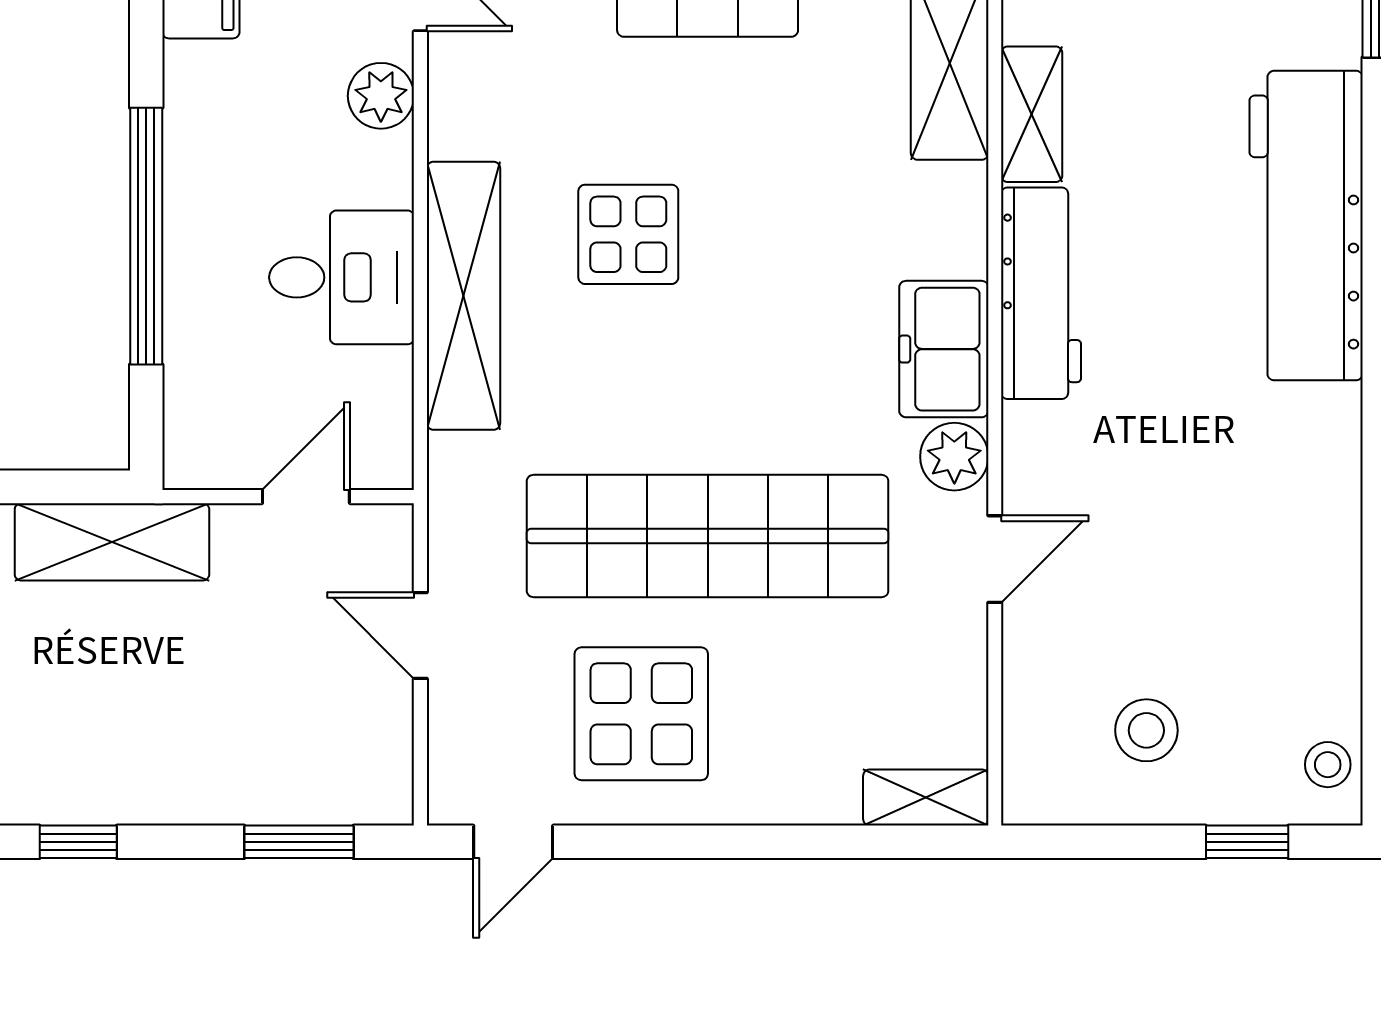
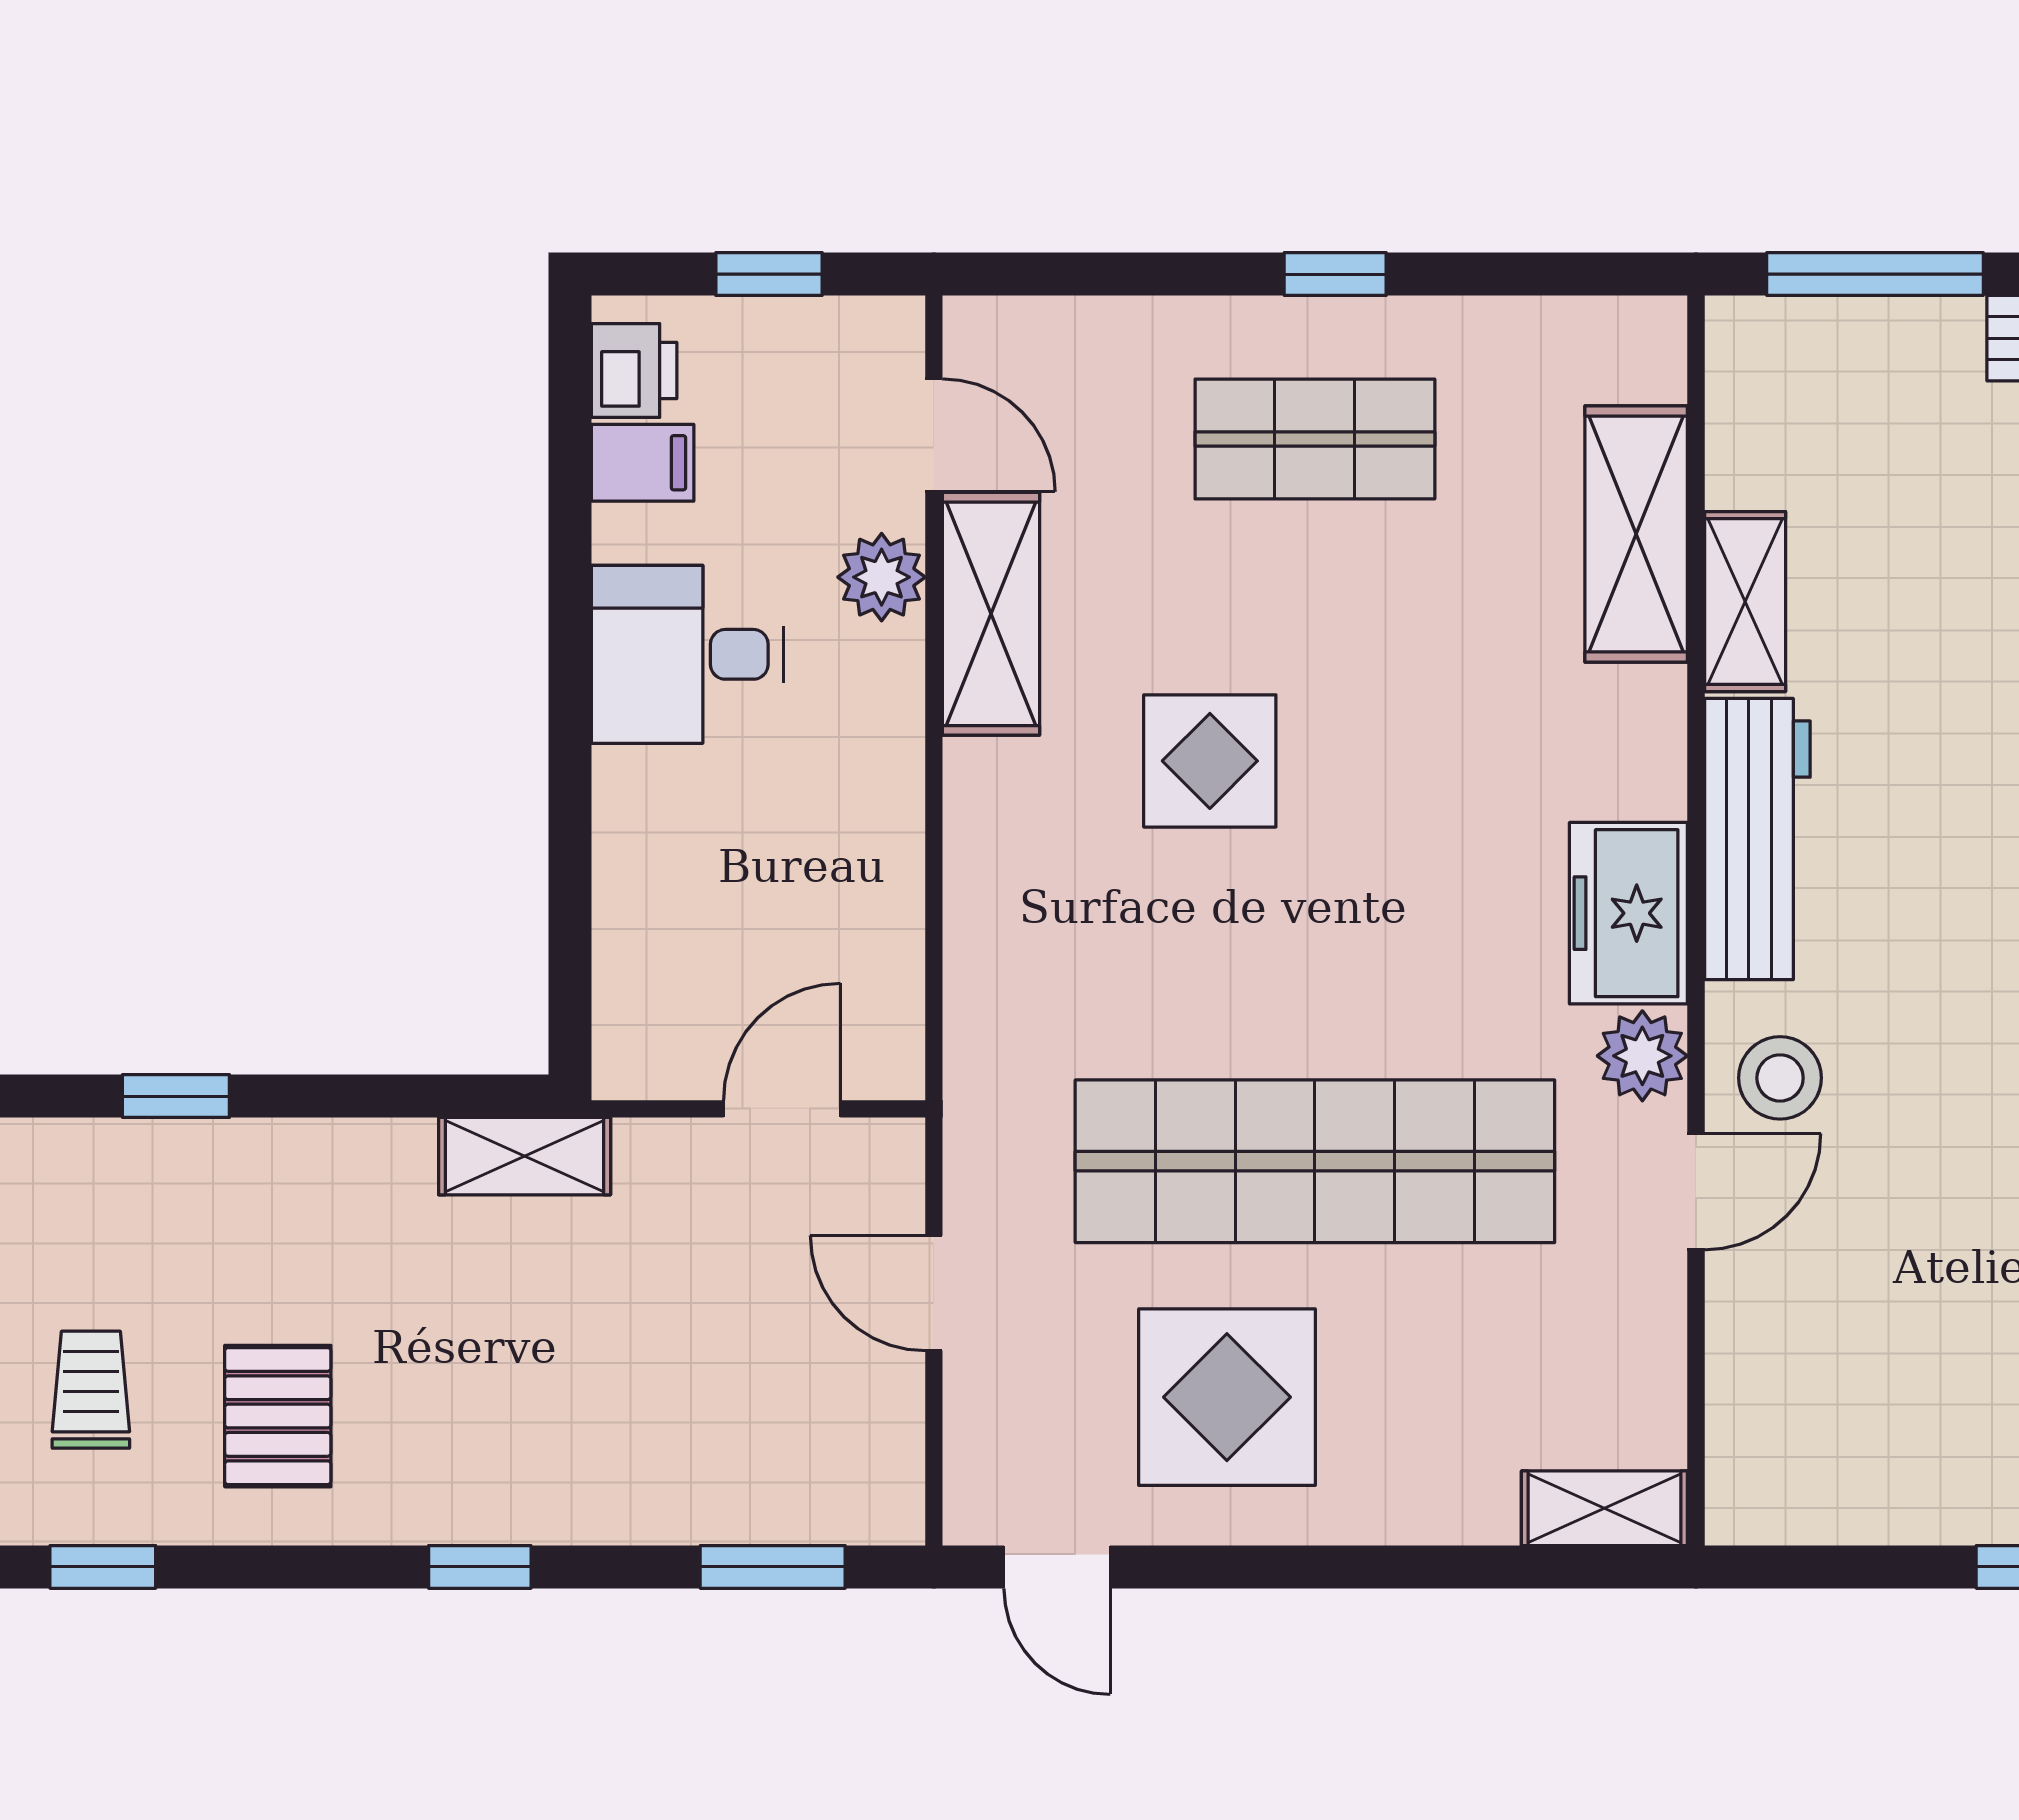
window: (146, 236) -> (570, 763), removed
desk: (342, 277) -> (687, 654), moved, turned 180
shelving: (463, 296) -> (991, 614), moved, width x0.68
shelving: (112, 542) -> (525, 1156), width x0.67, depth x0.75
stool: (1146, 730) -> (1780, 1078), moved
door: (513, 842) -> (1057, 1567), hinge flipped

